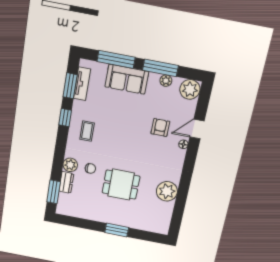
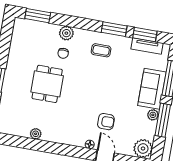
plant: (166, 81) -> (153, 115), moved
window: (65, 117) -> (114, 29), width x1.50
dresser: (66, 182) -> (48, 29), removed
plant: (167, 191) -> (36, 134), width x0.53, depth x0.53

